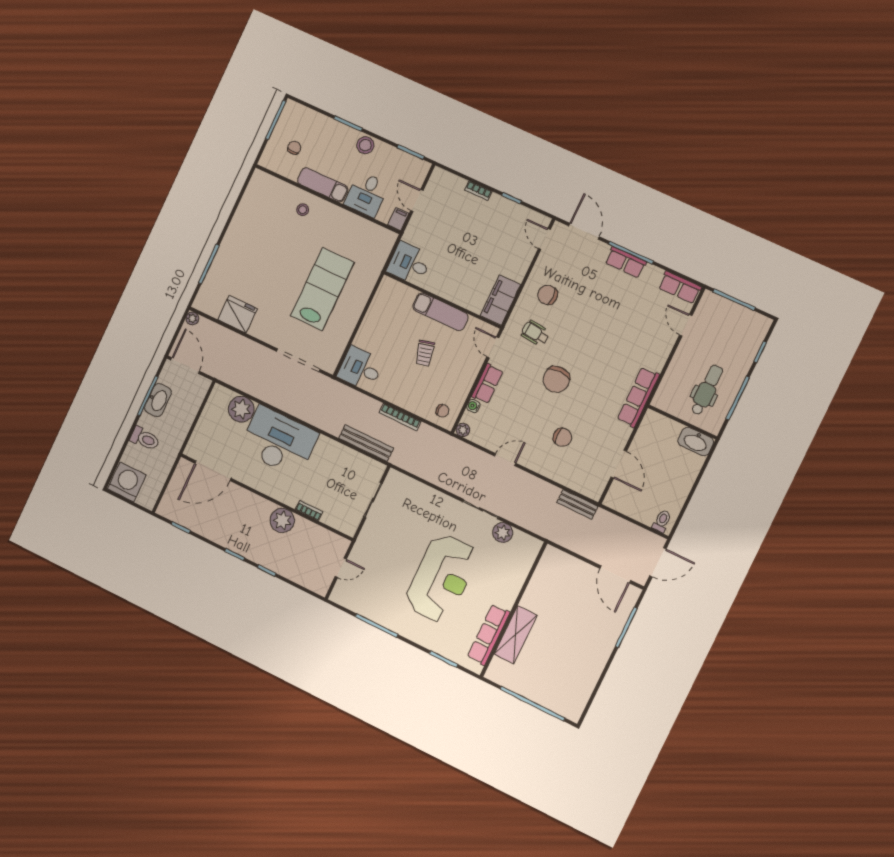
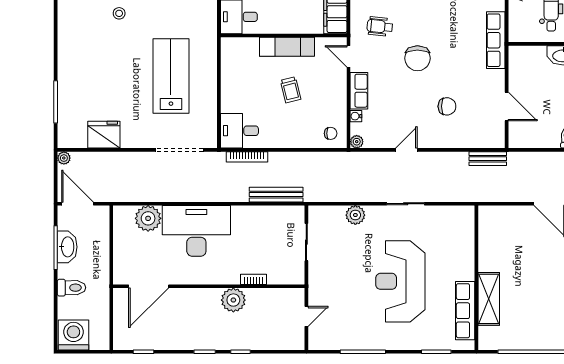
bookcase: (400, 417) -> (247, 157), moved
plant: (503, 533) -> (355, 215), moved
reception desk: (442, 578) -> (400, 281), turned 180

